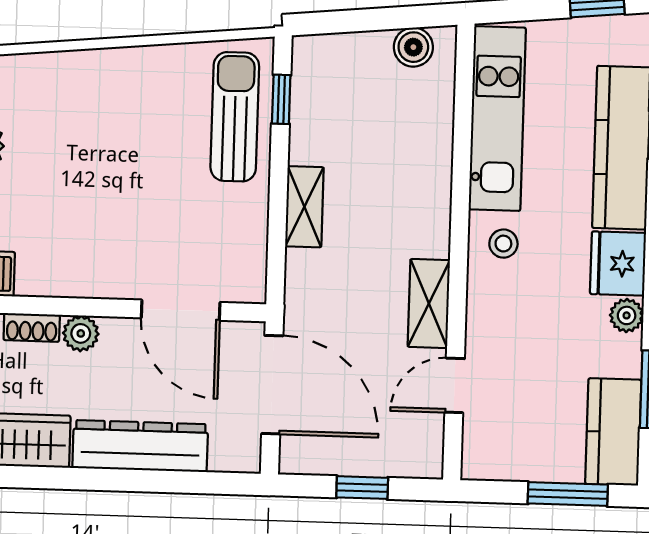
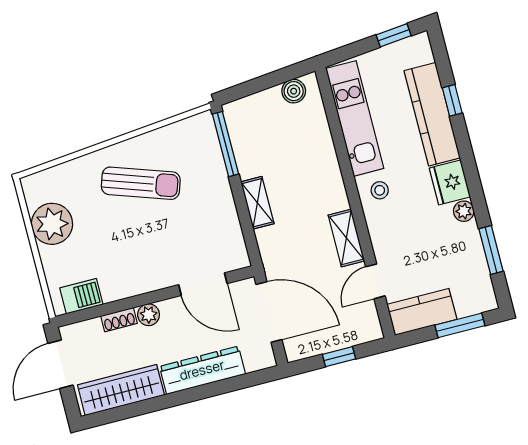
window: (281, 99) -> (226, 144), width x2.17
sun lounger: (235, 117) -> (141, 183), moved, turned 109
kitchen counter: (613, 432) -> (422, 312), moved, turned 90

